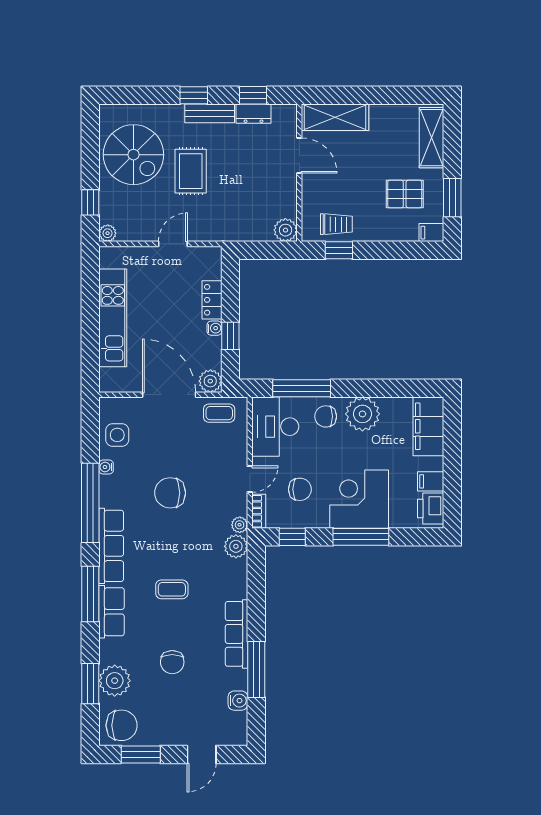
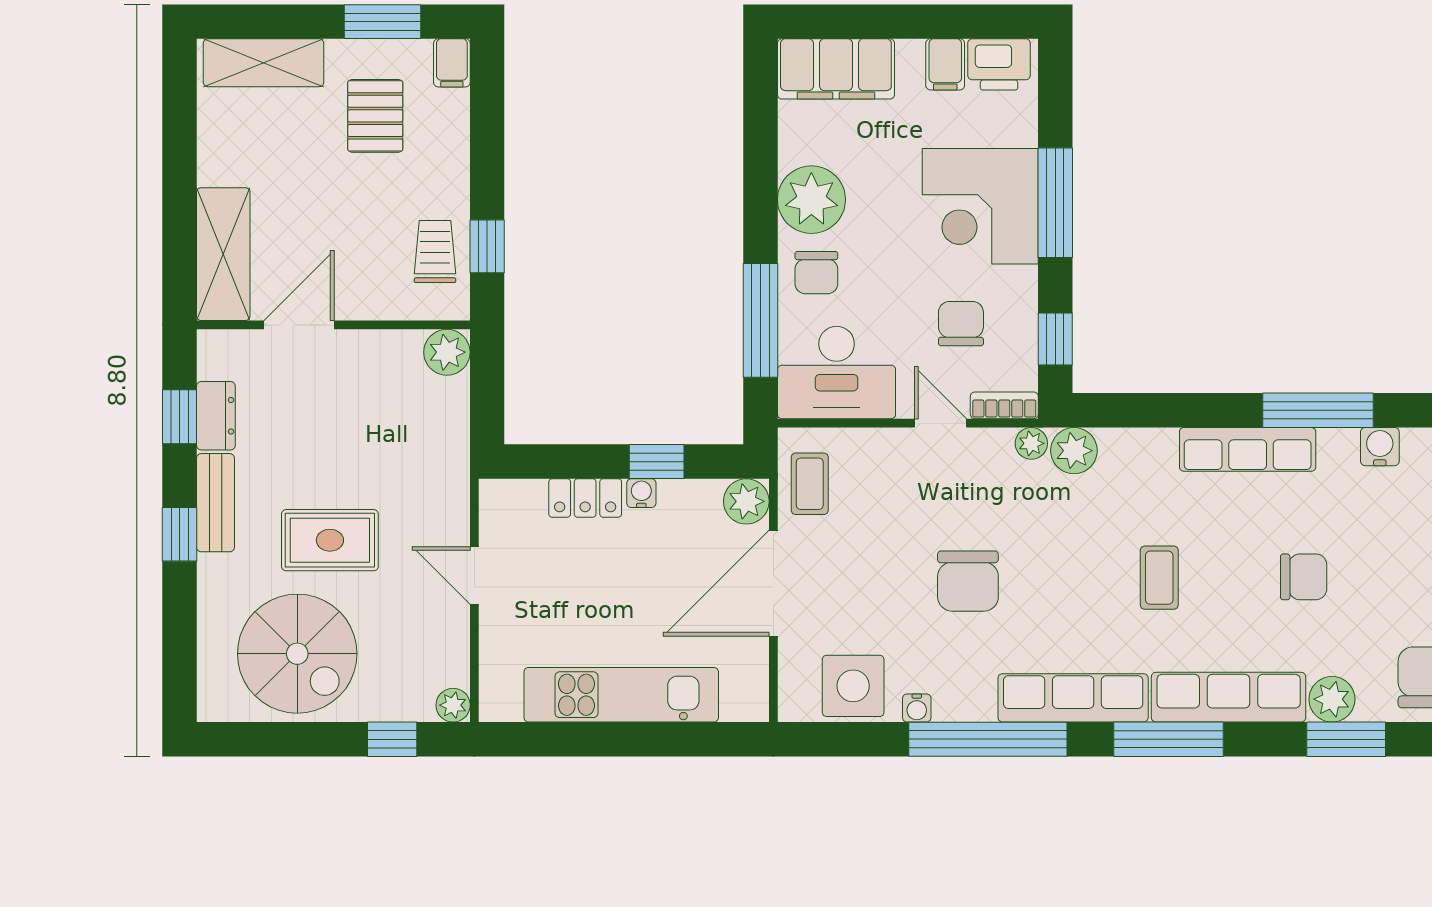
spiral stairs: (133, 155) -> (297, 654), turned 90
side table: (117, 435) -> (853, 686), width x1.37, depth x1.37
row of seats: (112, 612) -> (1229, 697), width x1.48
plant: (115, 681) -> (1332, 699), width x0.73, depth x0.73

